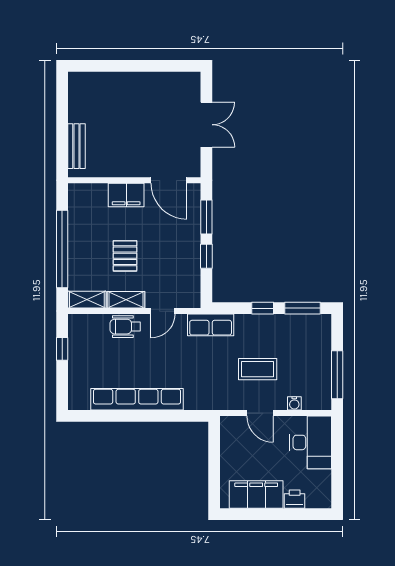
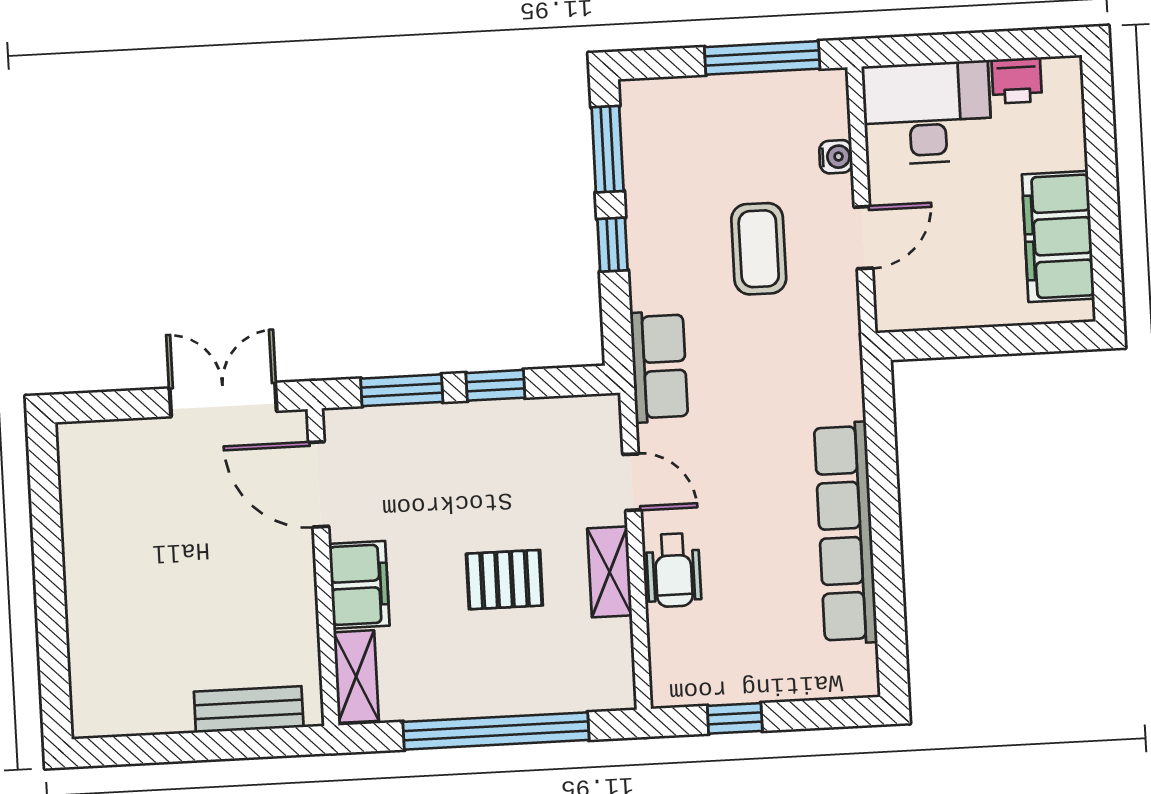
double door: (206, 125) -> (223, 400), moved
door: (169, 180) -> (319, 484), swing flipped
shelving: (87, 300) -> (356, 677), moved
printer: (295, 499) -> (1017, 80), moved, turned -90

